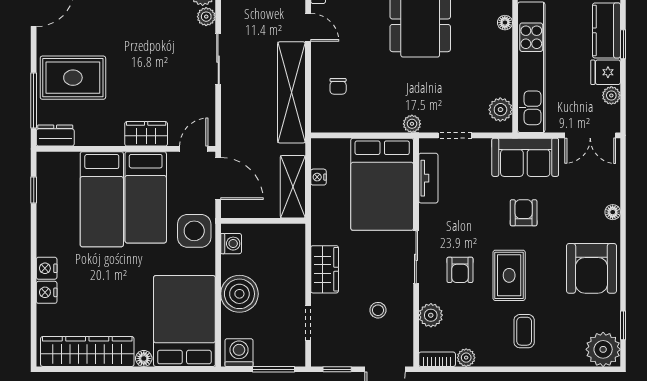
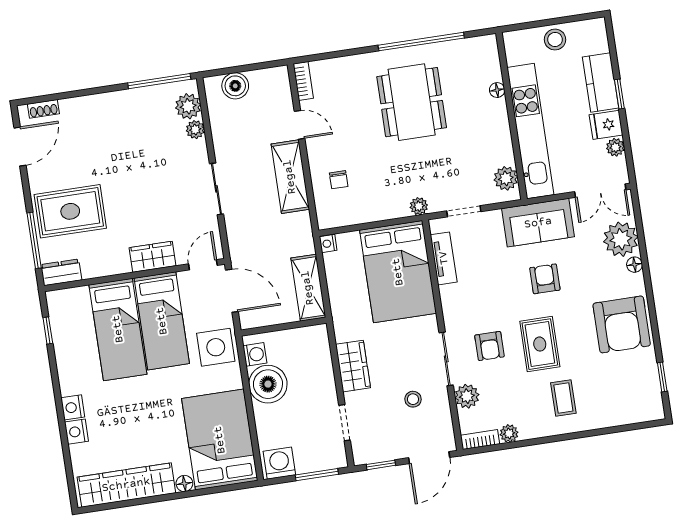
sliding door: (218, 59) -> (216, 189), moved
shelving: (292, 92) -> (290, 177), width x0.68
nightstand: (318, 177) -> (328, 244), moved
sliding door: (416, 257) -> (446, 359), moved
boiler: (239, 294) -> (268, 384), moved
plant: (603, 349) -> (621, 239), moved

